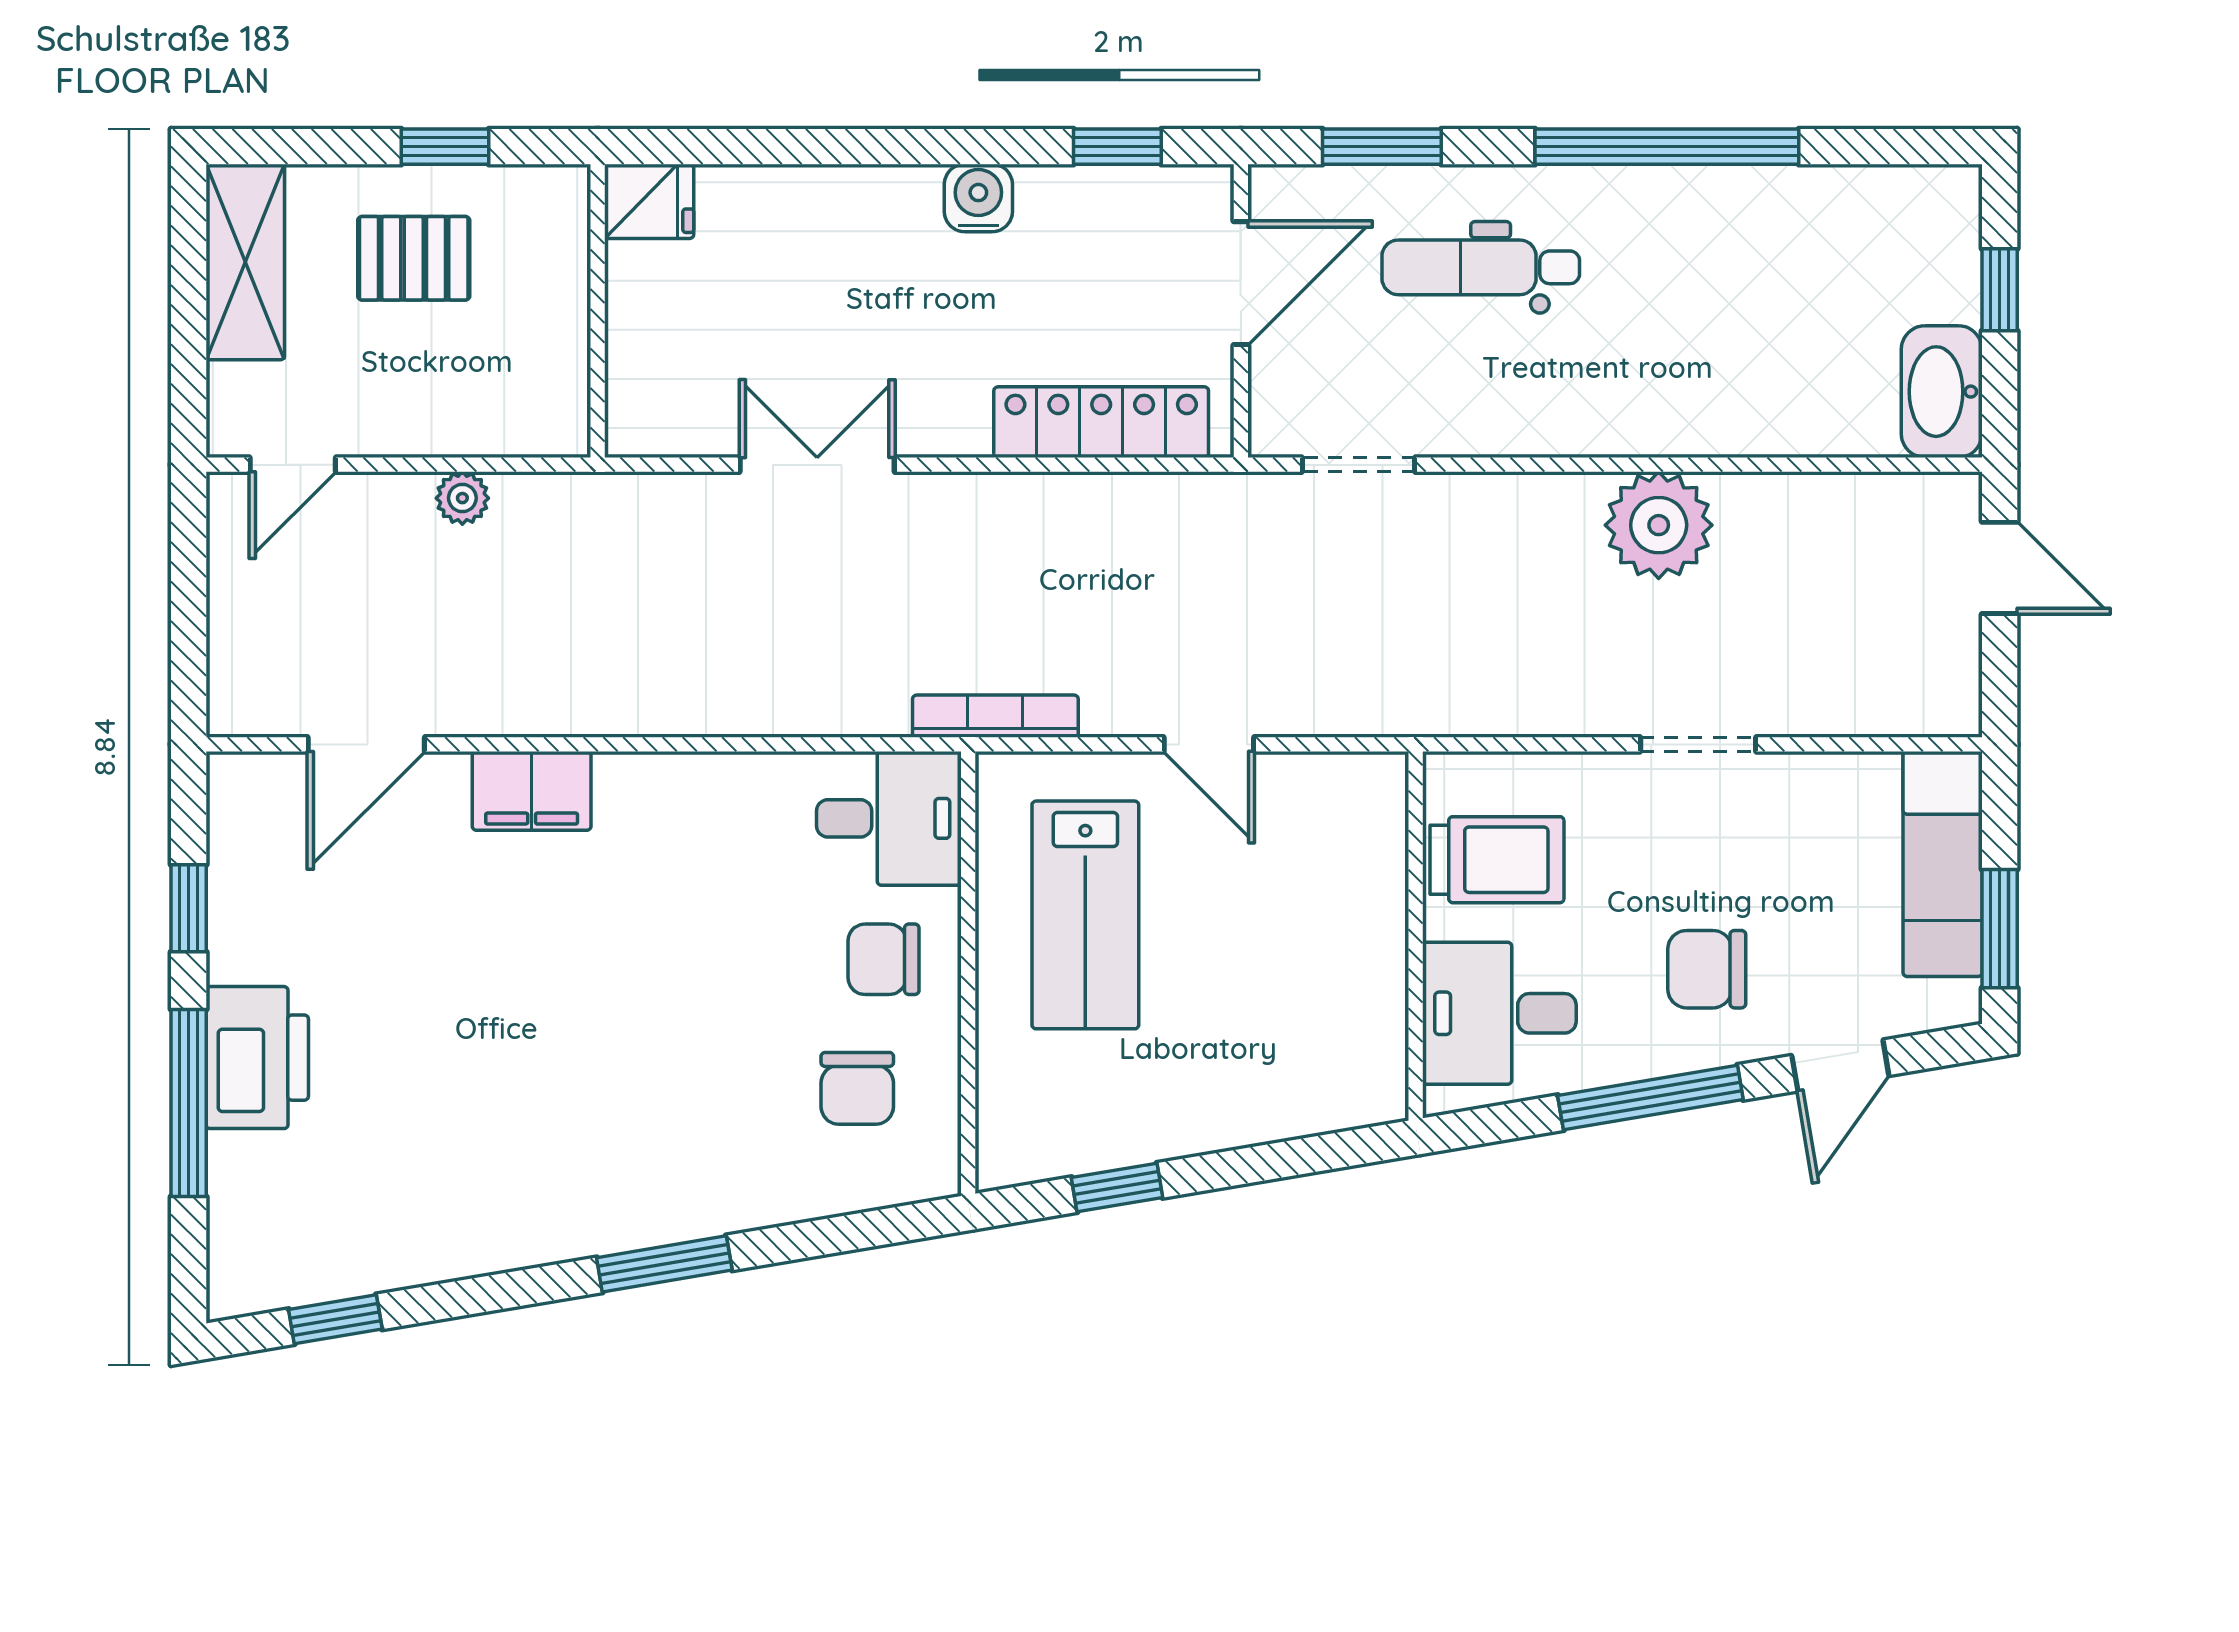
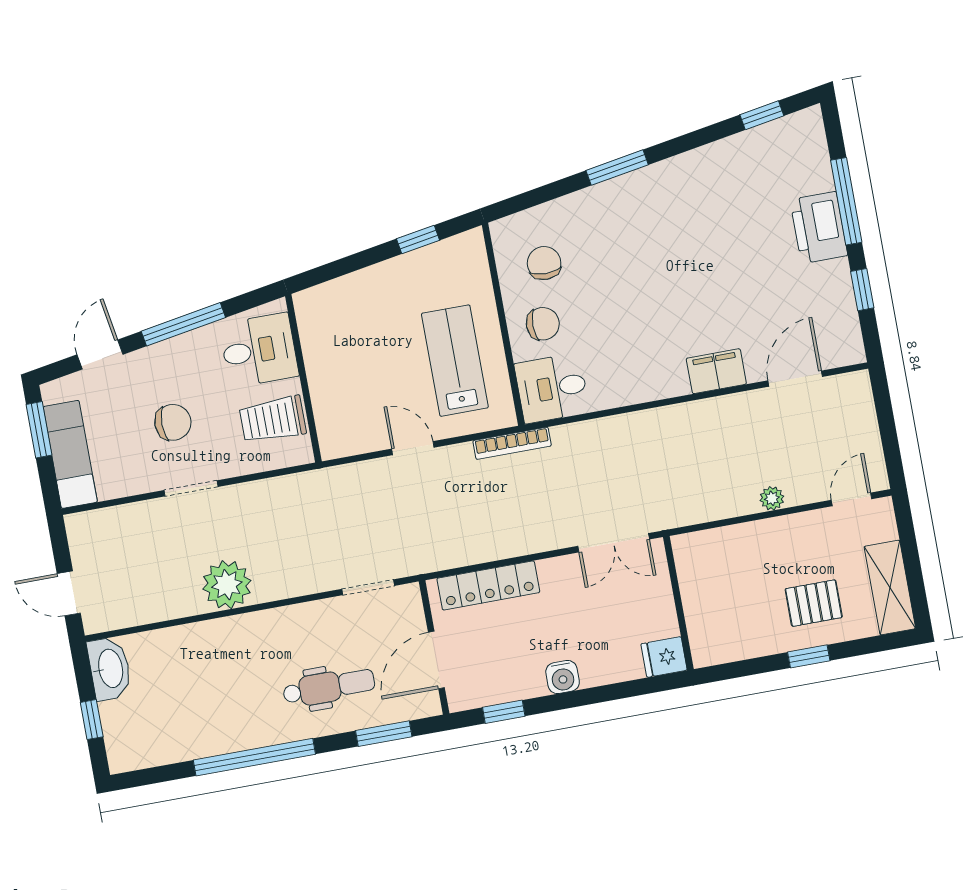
fridge: (649, 201) -> (664, 657), moved
wall: (598, 311) -> (678, 603), moved
chair: (1707, 969) -> (173, 422), moved

